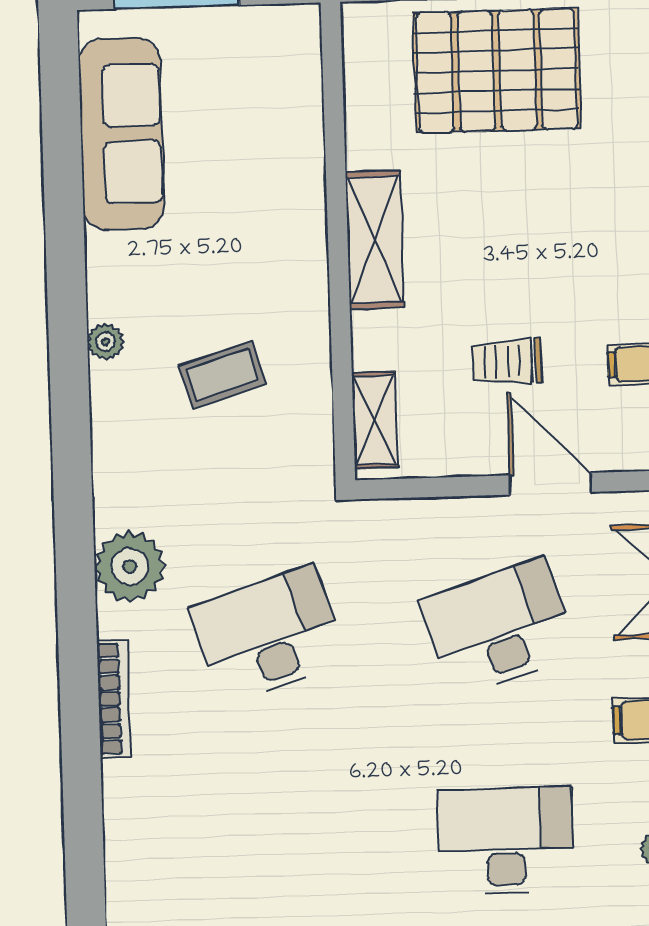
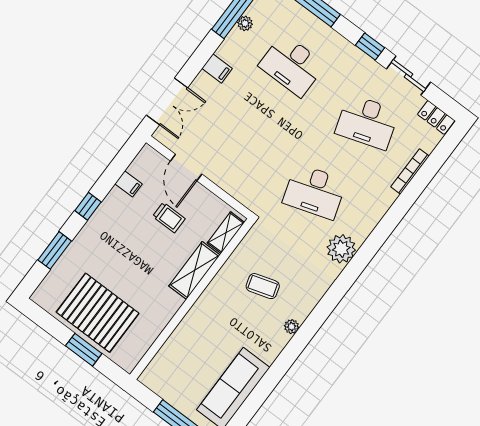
shelving: (375, 240) -> (194, 270), moved
desk: (499, 627) -> (367, 122), moved
bookcase: (114, 699) -> (410, 171), moved

